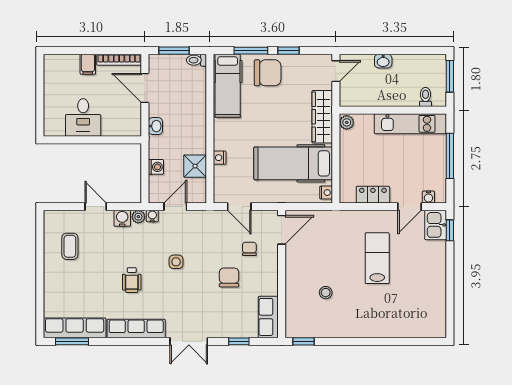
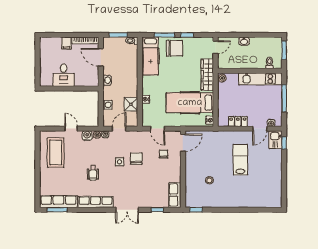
coffee table: (70, 246) -> (56, 153), width x1.86, depth x1.72
chair: (229, 277) -> (136, 159), moved

